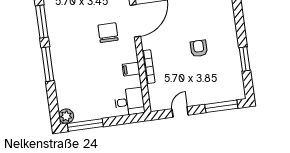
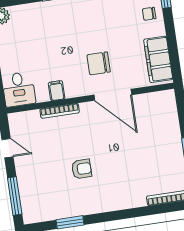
chair: (108, 33) -> (99, 63), turned 180

